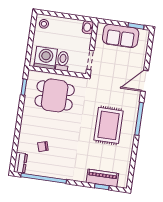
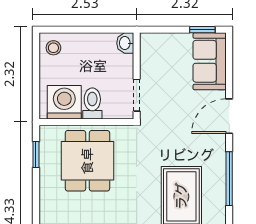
sofa: (121, 36) -> (210, 61), moved, turned 90
dining table: (55, 95) -> (87, 161), turned 90

